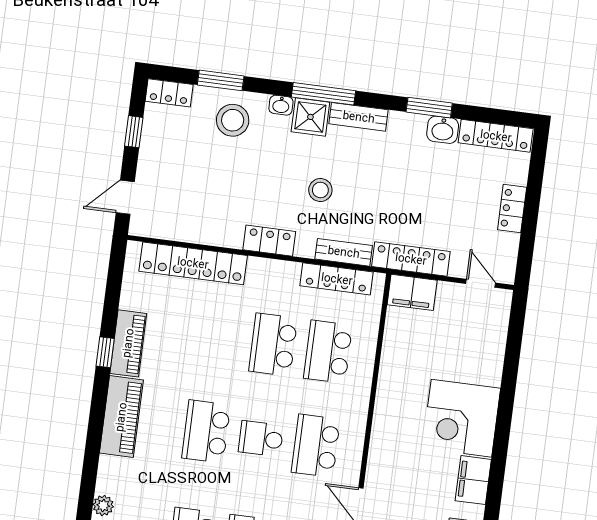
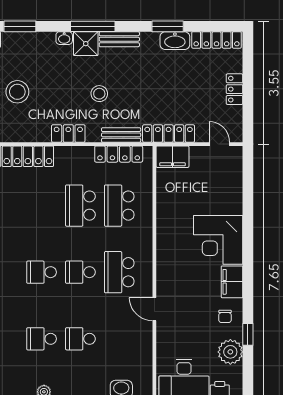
stool: (233, 120) -> (17, 92), moved
washbasin: (443, 130) -> (175, 41), width x1.38
school desk: (206, 431) -> (42, 272), width x0.54

